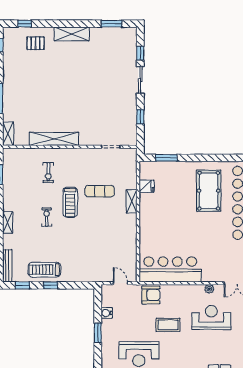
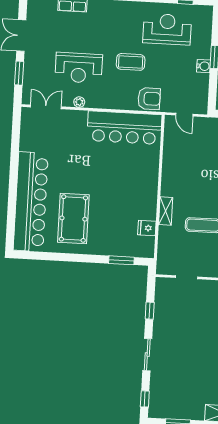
window: (140, 53) -> (145, 399), moved
armchair: (151, 295) -> (149, 99), turned 180
water cooler: (107, 313) -> (203, 66), moved

